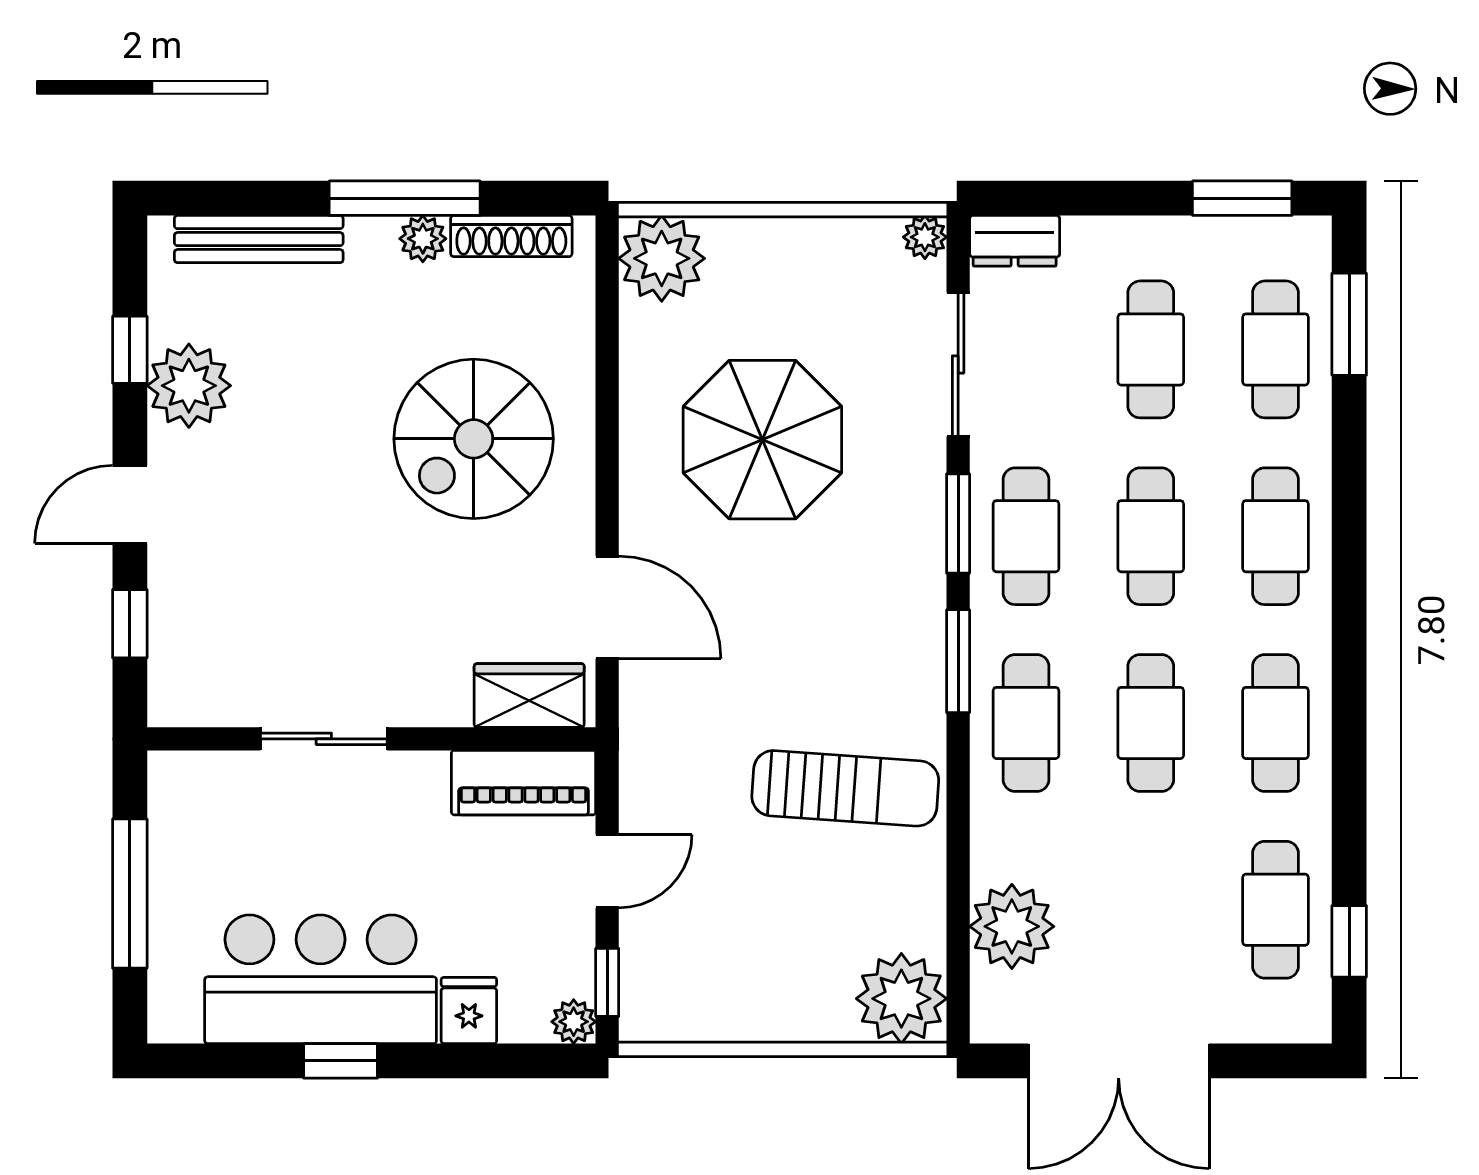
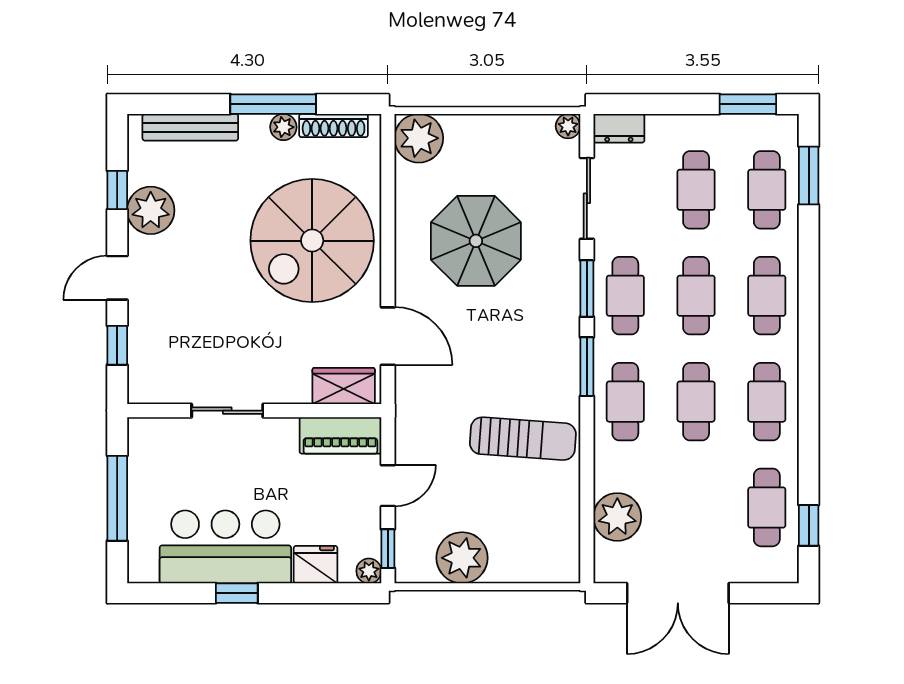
spiral stairs: (474, 439) -> (312, 241), width x1.37, depth x1.37
plant: (901, 999) -> (462, 558), moved
fridge: (469, 1011) -> (316, 565), width x1.38

